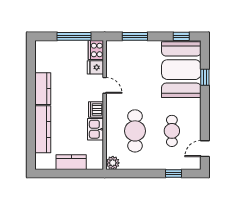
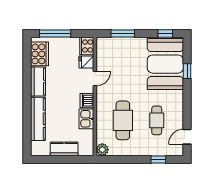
window: (74, 36) -> (55, 33), moved
cooker: (44, 59) -> (40, 54), added
door: (105, 85) -> (95, 79), hinge flipped

